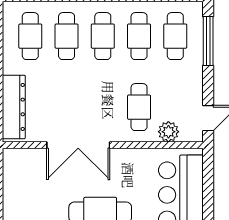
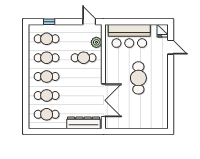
window: (208, 41) -> (49, 22), width x0.46
double door: (78, 145) -> (103, 100), moved

